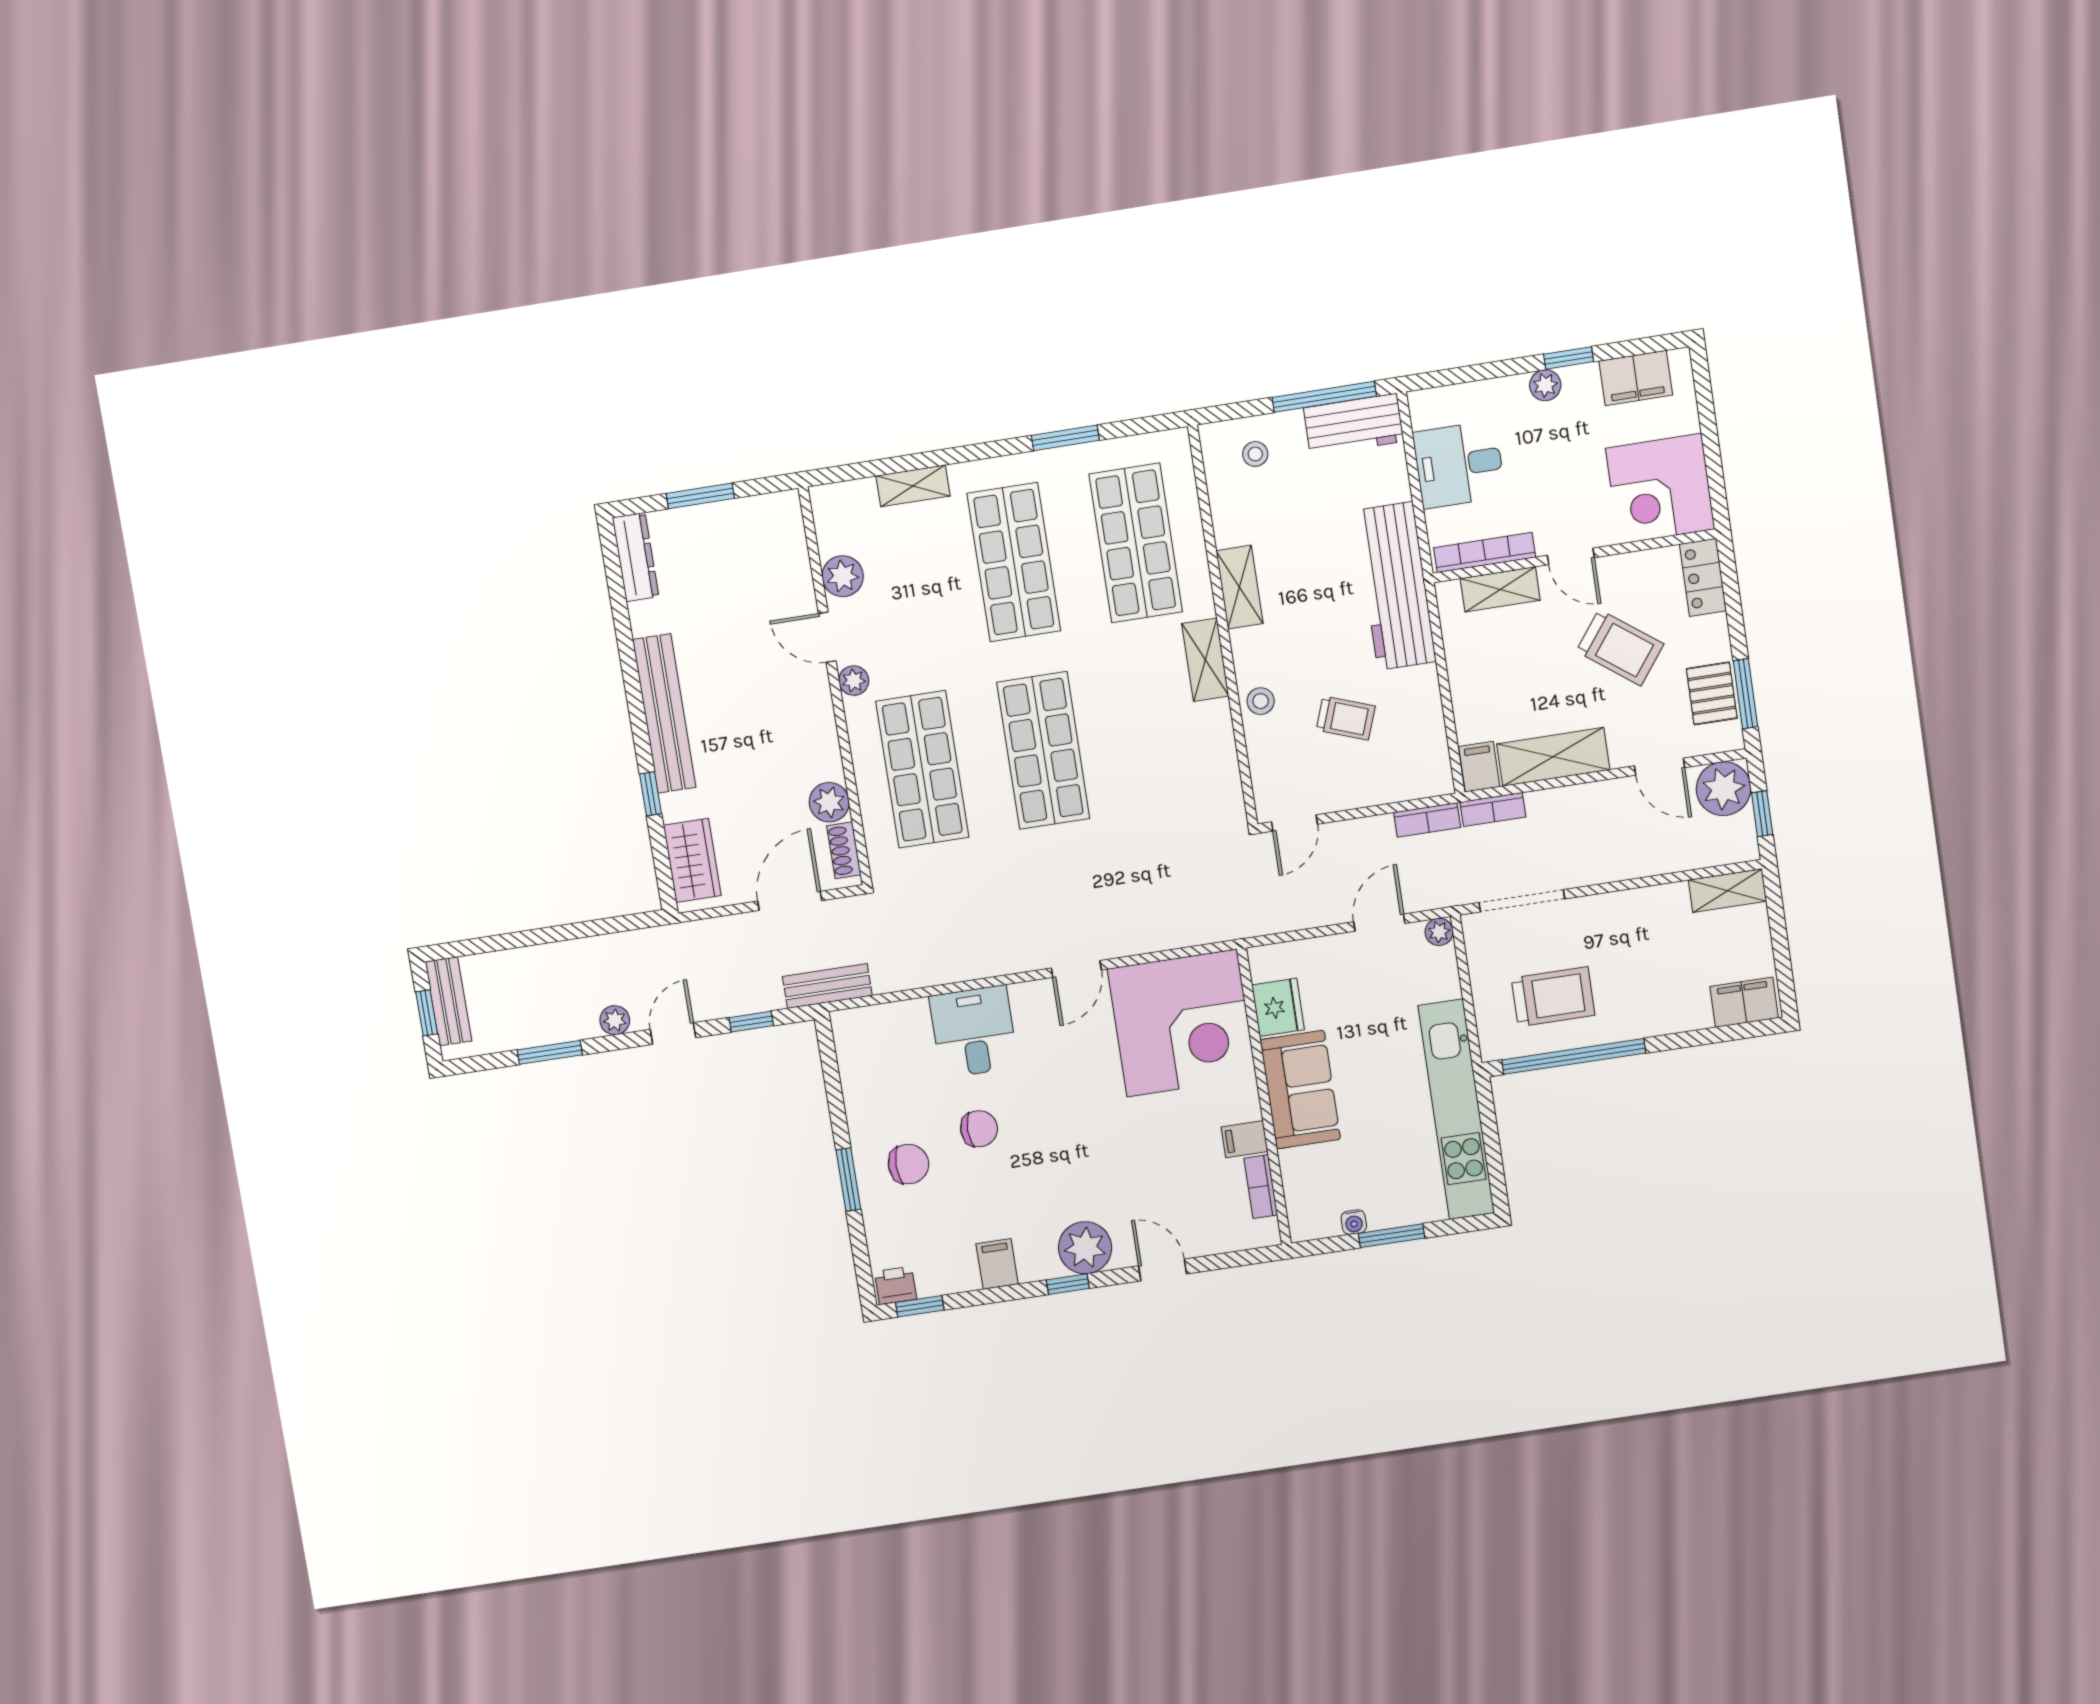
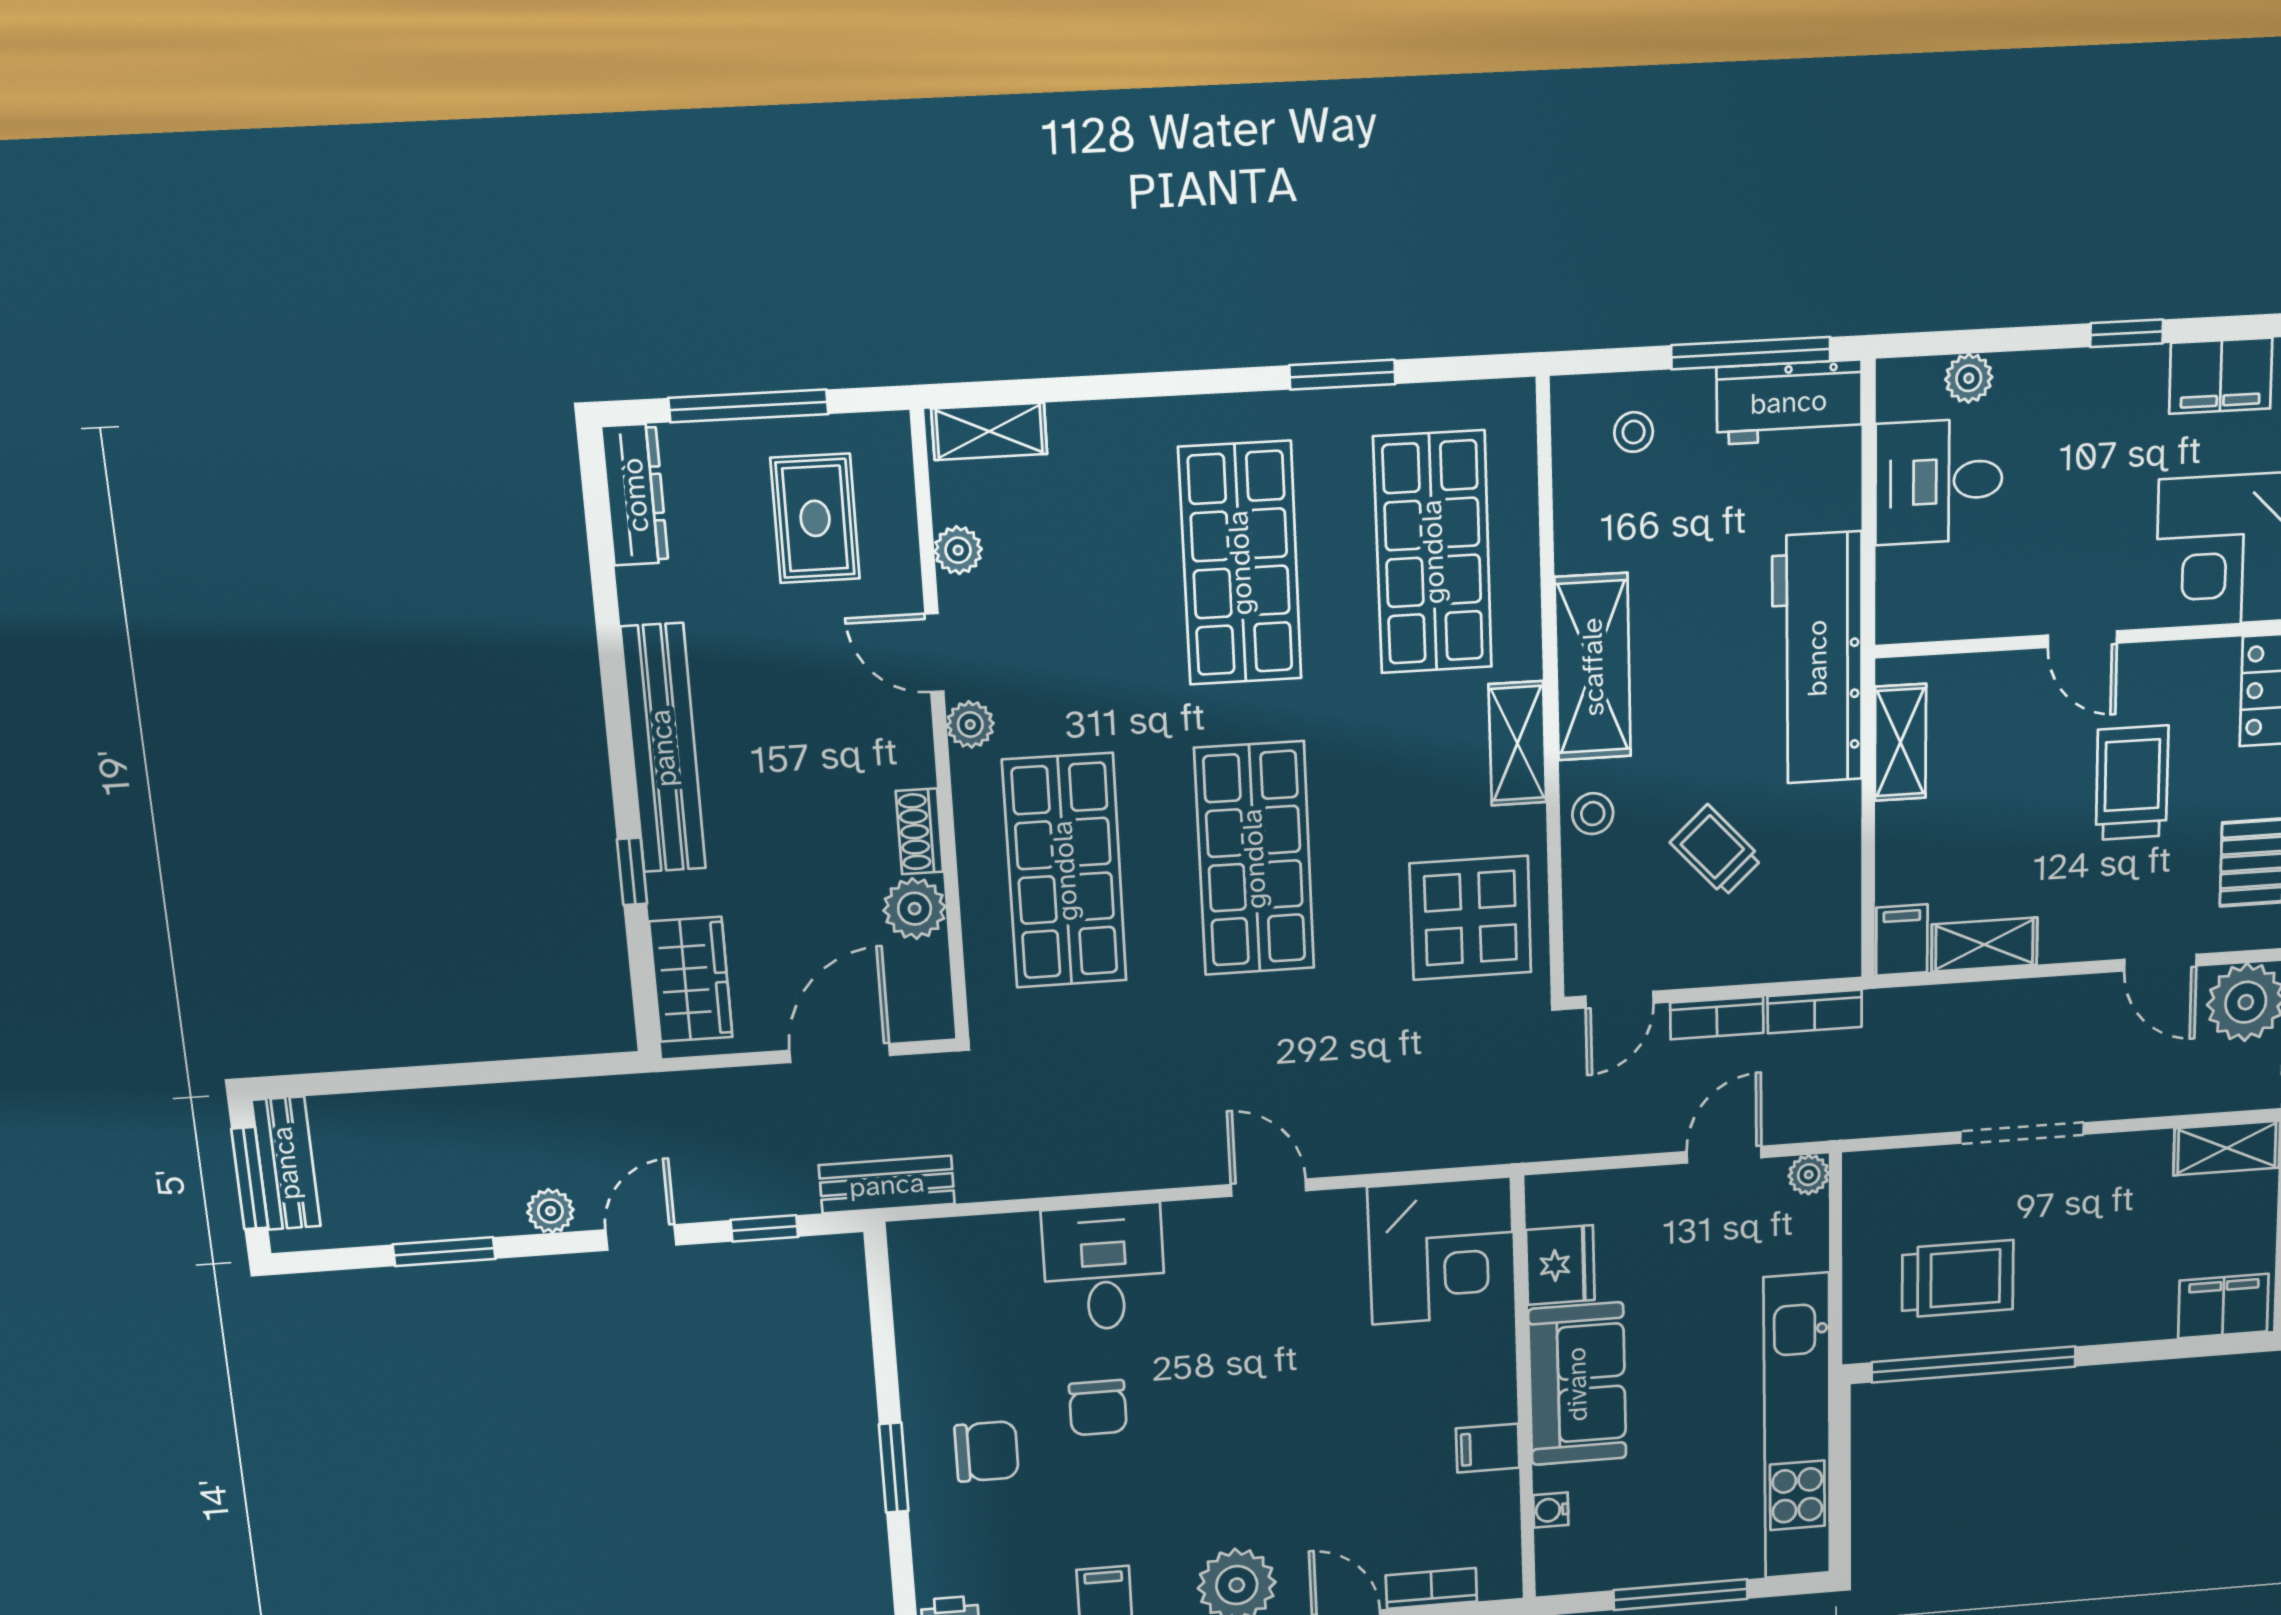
plant: (1545, 385) -> (1969, 378), moved
shelving: (913, 486) -> (989, 431), moved
window: (700, 496) -> (748, 406), width x1.44
bookcase: (1485, 552) -> (1957, 620), removed
rug: (746, 561) -> (815, 518), added
plant: (843, 576) -> (958, 550), width x0.73, depth x0.73
shelving: (1239, 587) -> (1593, 667), width x1.50, depth x1.33
shelving: (1500, 589) -> (1900, 742), moved, turned 90
trolley: (1620, 648) -> (2132, 783), turned -127
trolley: (1346, 718) -> (1716, 851), turned -153
shelving: (1553, 757) -> (1984, 945), width x0.67, depth x0.75
display table: (1189, 777) -> (1471, 918), added
bookcase: (1493, 810) -> (1717, 1018), moved
shoe rack: (844, 850) -> (920, 831), moved
doorway: (1522, 901) -> (2022, 1133), moved
door: (1076, 969) -> (1268, 1188), swing flipped
window: (427, 1013) -> (250, 1178), width x1.50
corner desk: (1182, 1023) -> (1441, 1251), width x0.74, depth x0.74
chair: (979, 1129) -> (1098, 1408), turned 90
bookcase: (1261, 1187) -> (1431, 1588), moved, turned 90
water cooler: (1354, 1222) -> (1551, 1510), moved, turned 90
window: (1392, 1236) -> (1681, 1595), width x1.44

